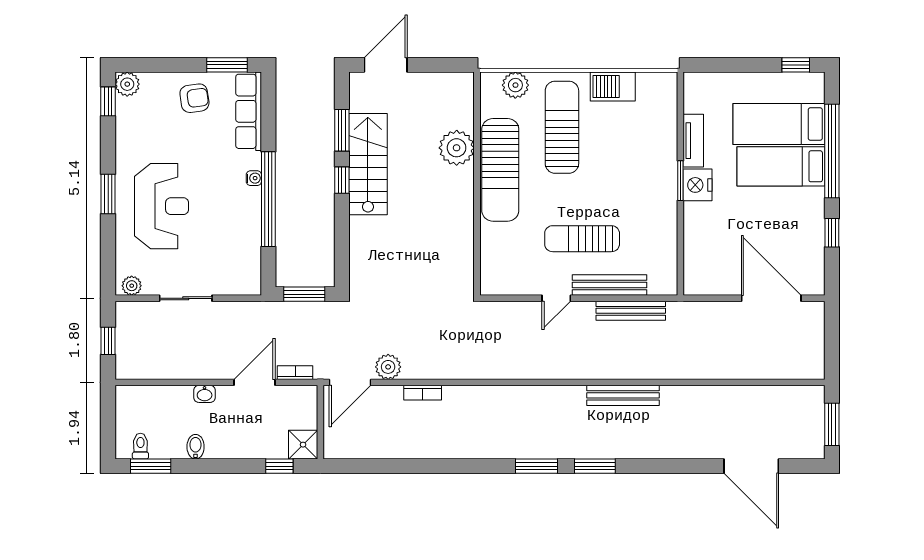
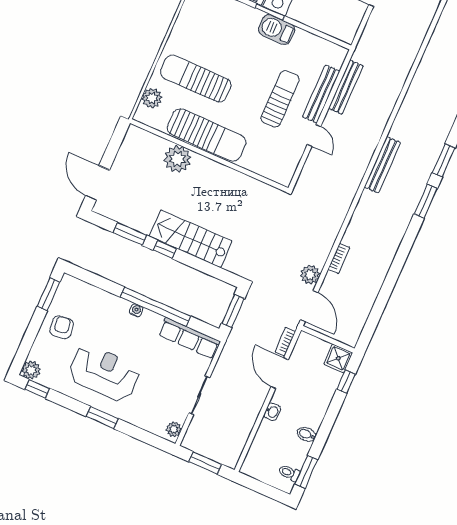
barbecue: (613, 86) -> (277, 30), moved, turned 90
row of seats: (249, 111) -> (189, 338), moved
stairs: (368, 164) -> (190, 239), moved
reception desk: (161, 206) -> (104, 373), moved
sun lounger: (582, 239) -> (280, 99), turned 180
window: (108, 341) -> (205, 463), width x1.50
bench: (623, 395) -> (382, 165), moved

